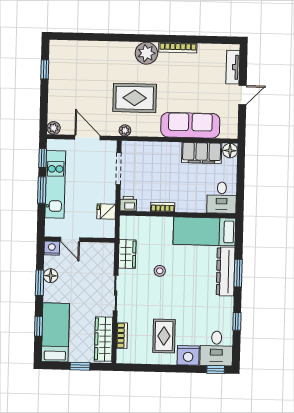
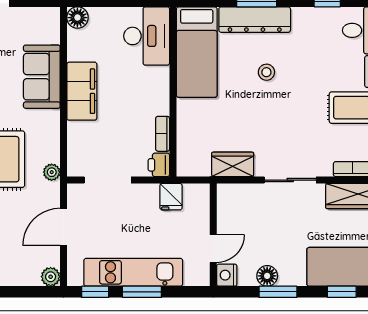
sofa: (190, 125) -> (42, 77), width x0.73
filing cabinet: (202, 153) -> (82, 91), moved
desk: (222, 198) -> (147, 36), width x1.37
bookcase: (163, 207) -> (163, 134), moved
stool: (160, 271) -> (266, 72), moved

